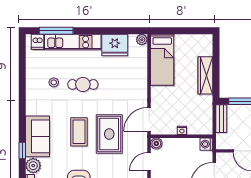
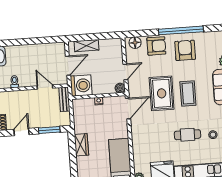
wardrobe: (205, 75) -> (81, 145), width x0.67
bench: (221, 119) -> (64, 99), moved
washing machine: (206, 144) -> (81, 86), width x1.89, depth x1.89

